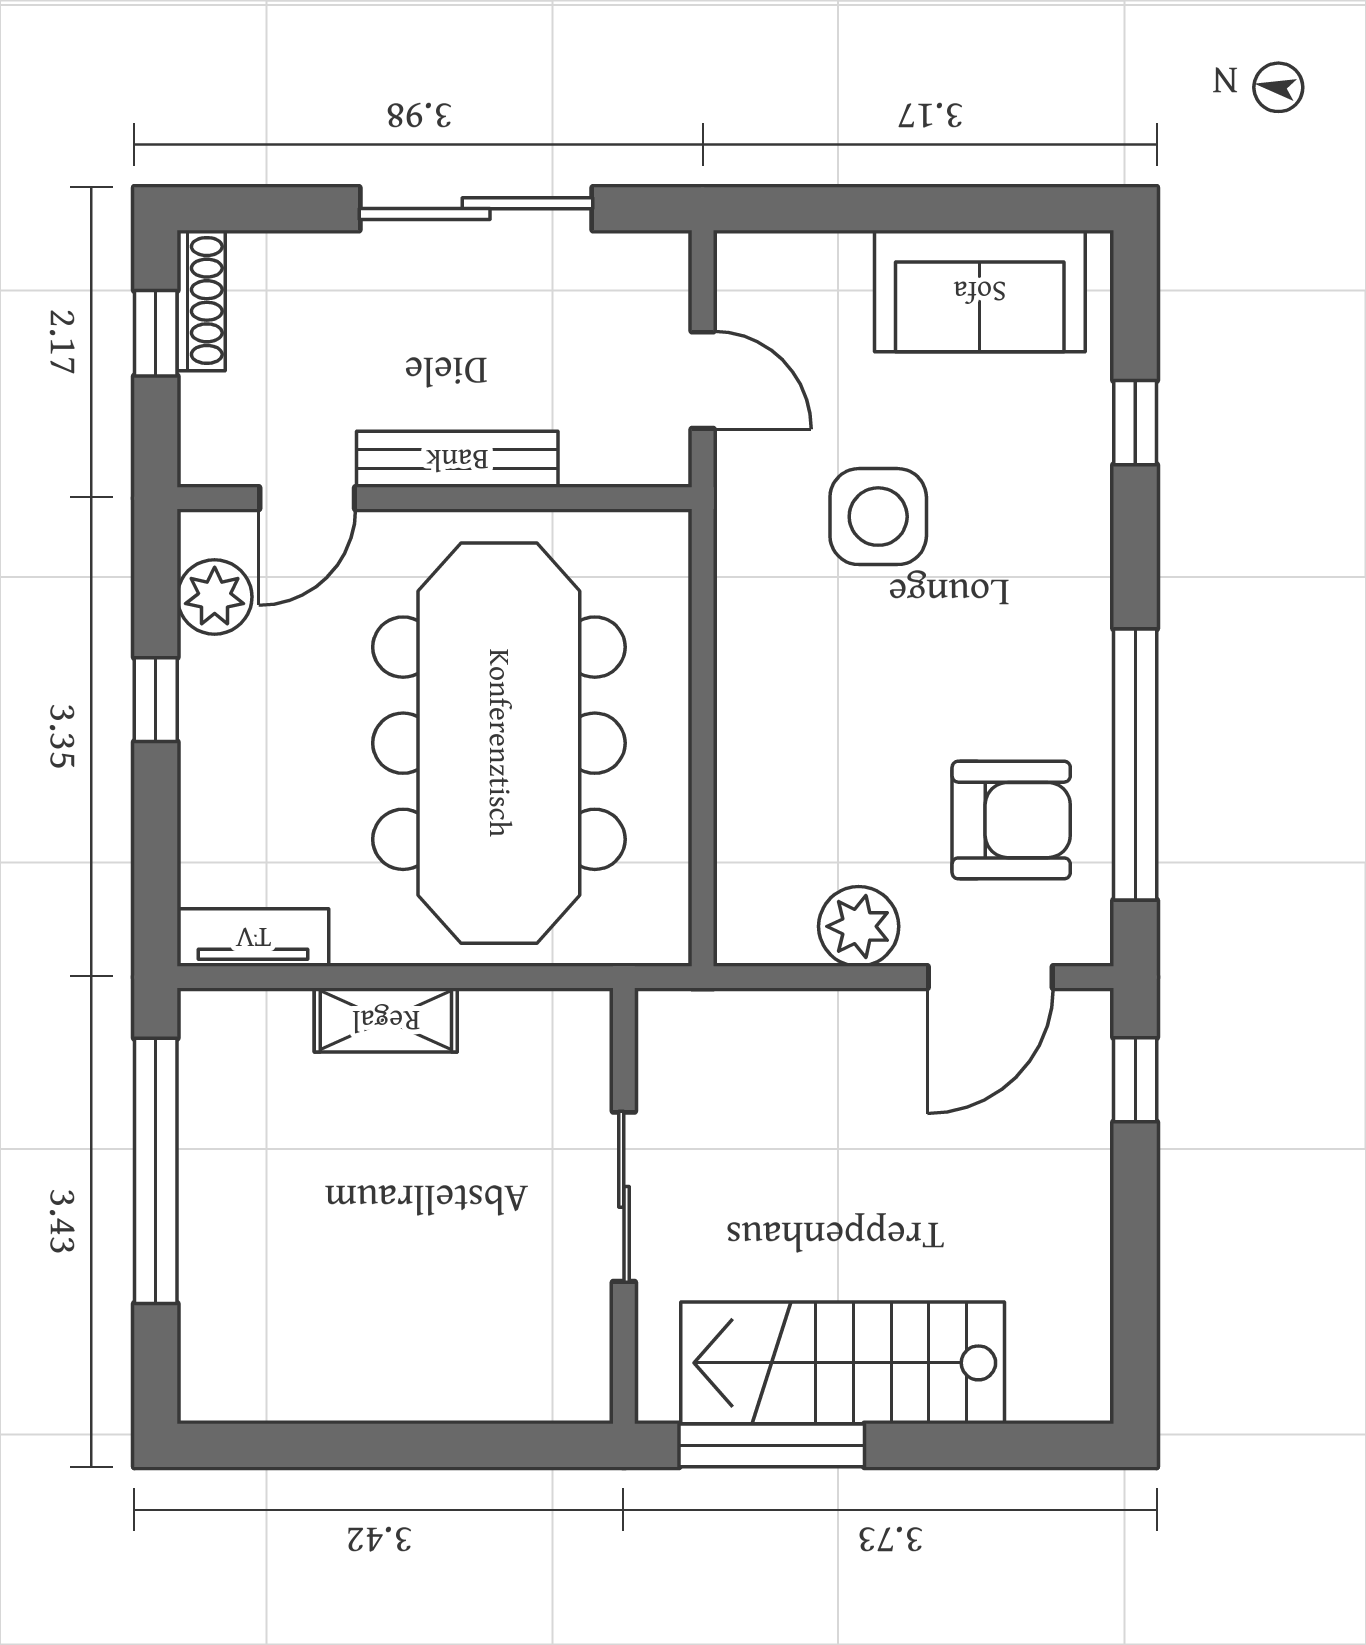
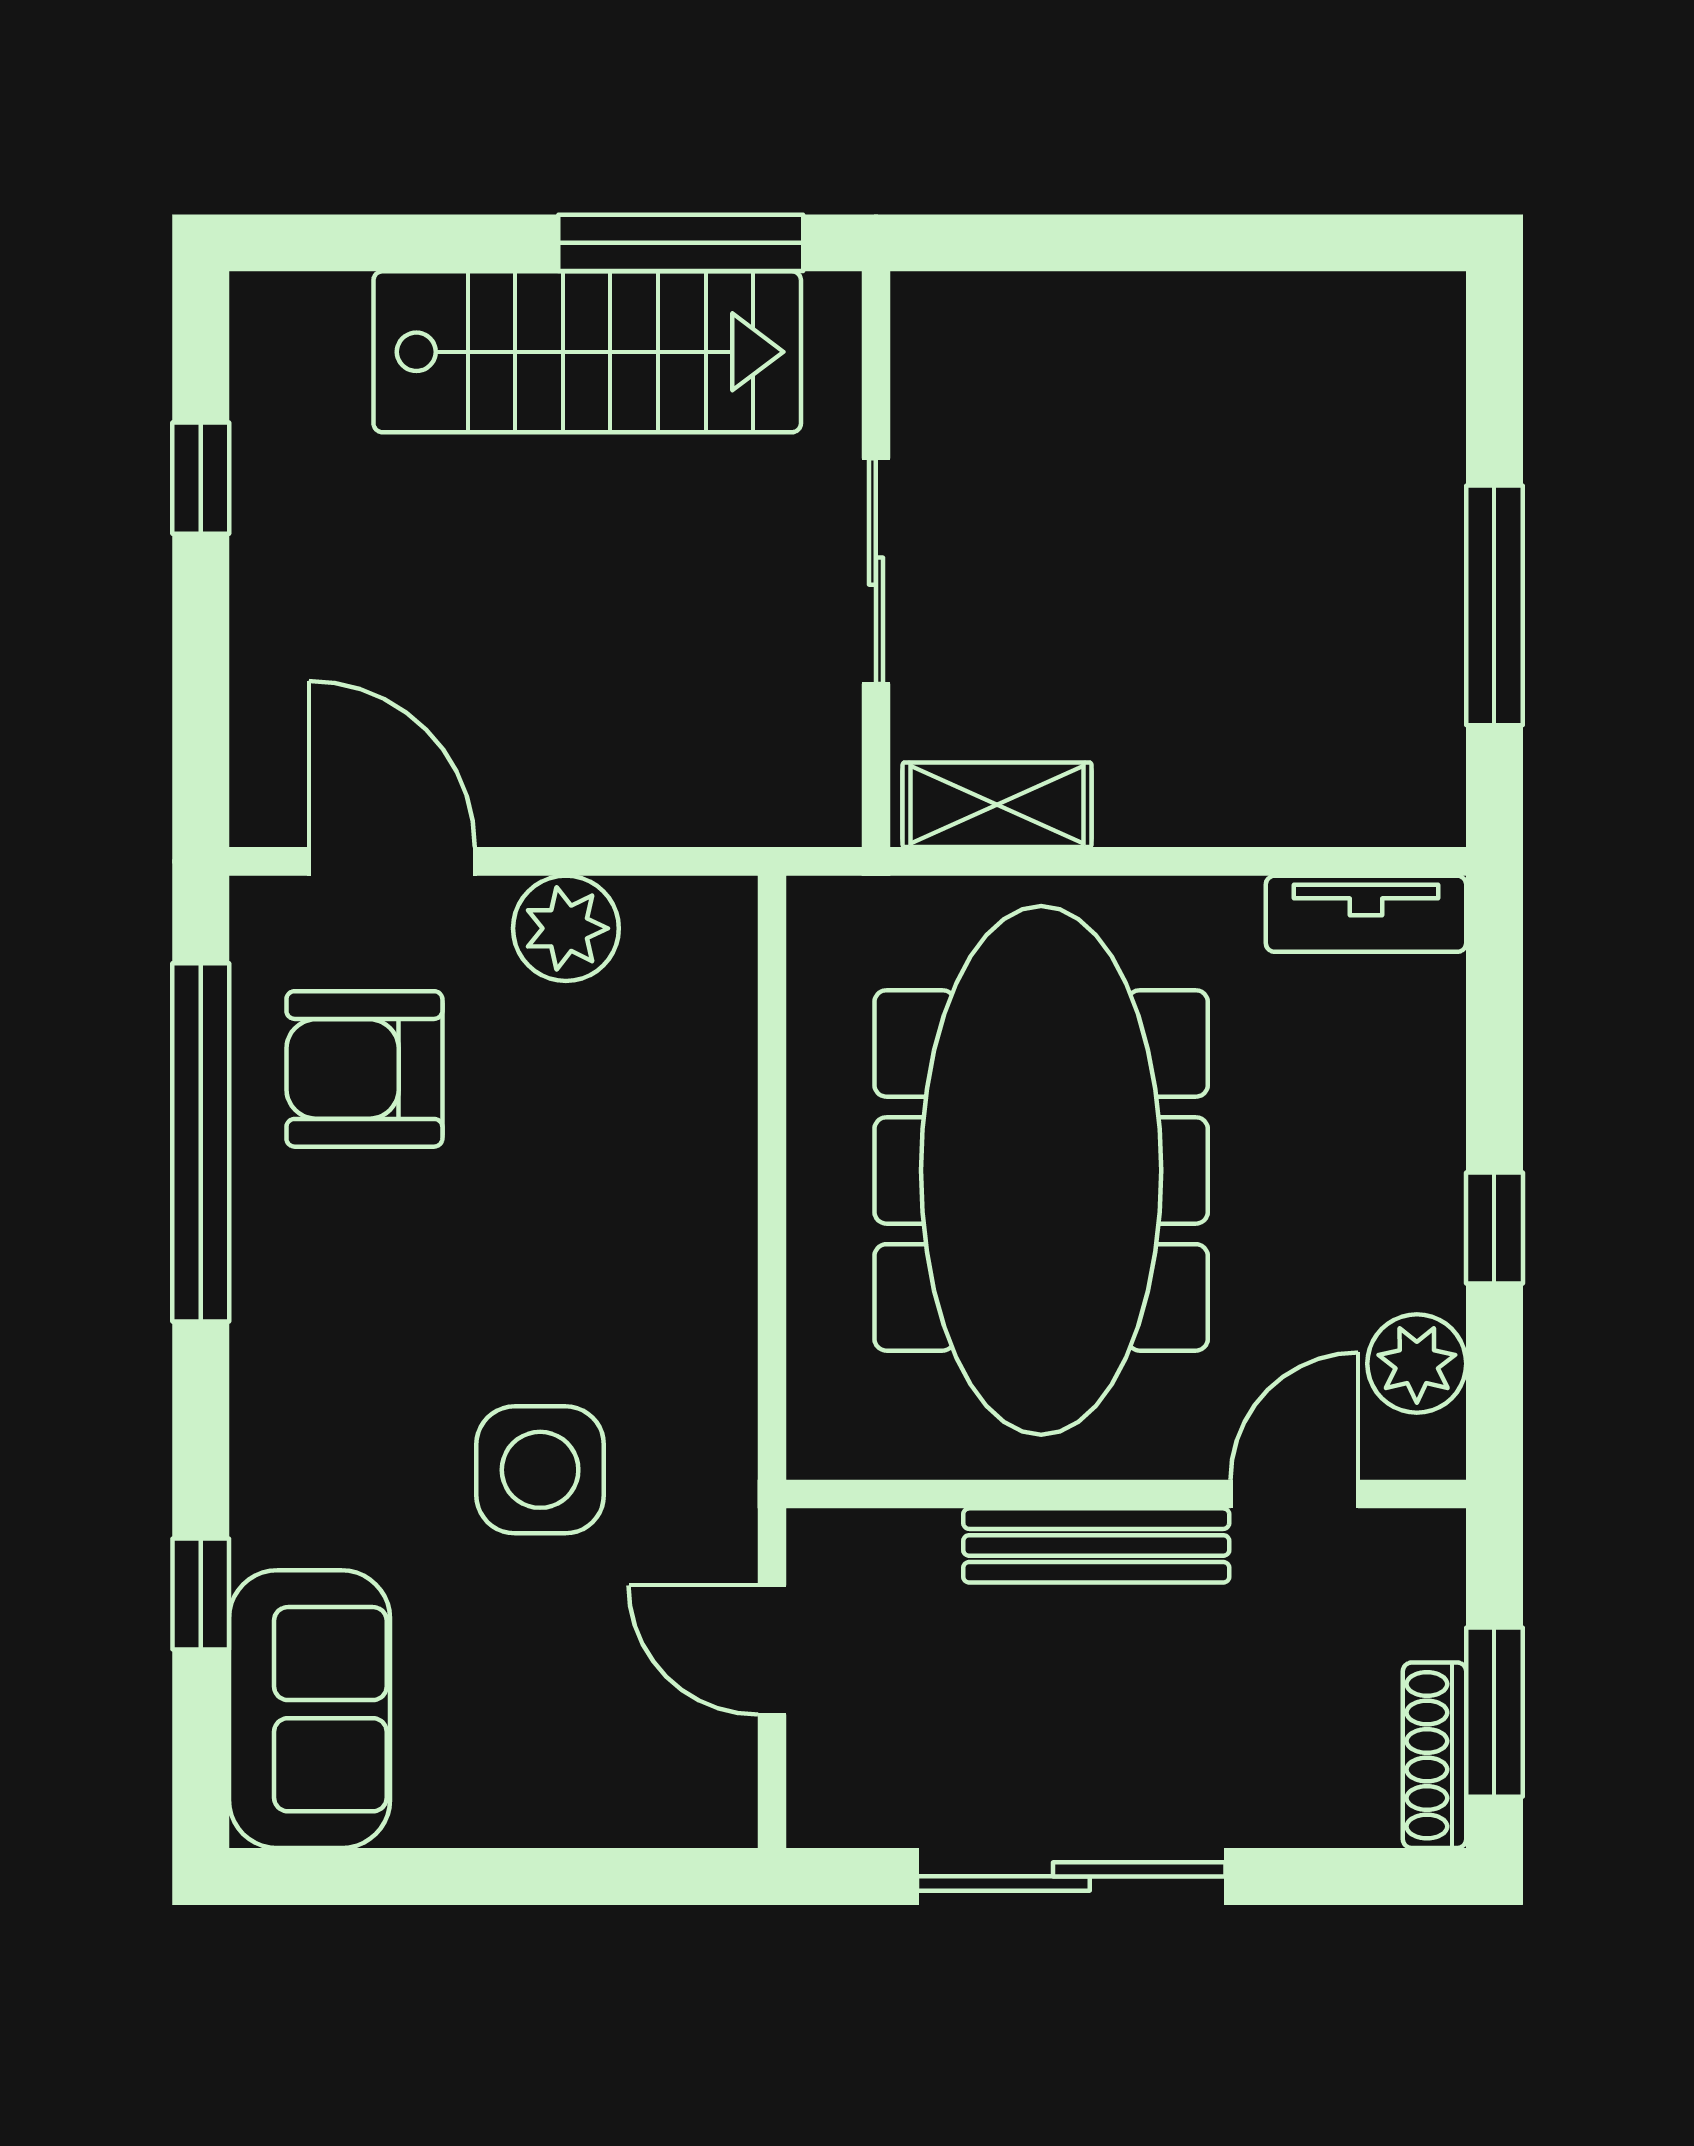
sofa: (980, 291) -> (309, 1709), moved, turned 90
window: (156, 333) -> (1494, 1712), width x1.50
door: (990, 977) -> (392, 861), hinge flipped
shelving: (386, 1020) -> (997, 805), moved
window: (1135, 1080) -> (201, 478), moved
window: (156, 1171) -> (1494, 605), width x0.68

